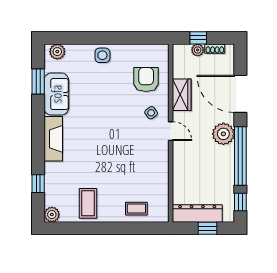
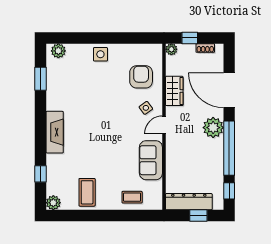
plant: (198, 50) -> (171, 49), moved
sofa: (56, 94) -> (151, 160), moved, turned 180
door: (171, 131) -> (164, 125), swing flipped

